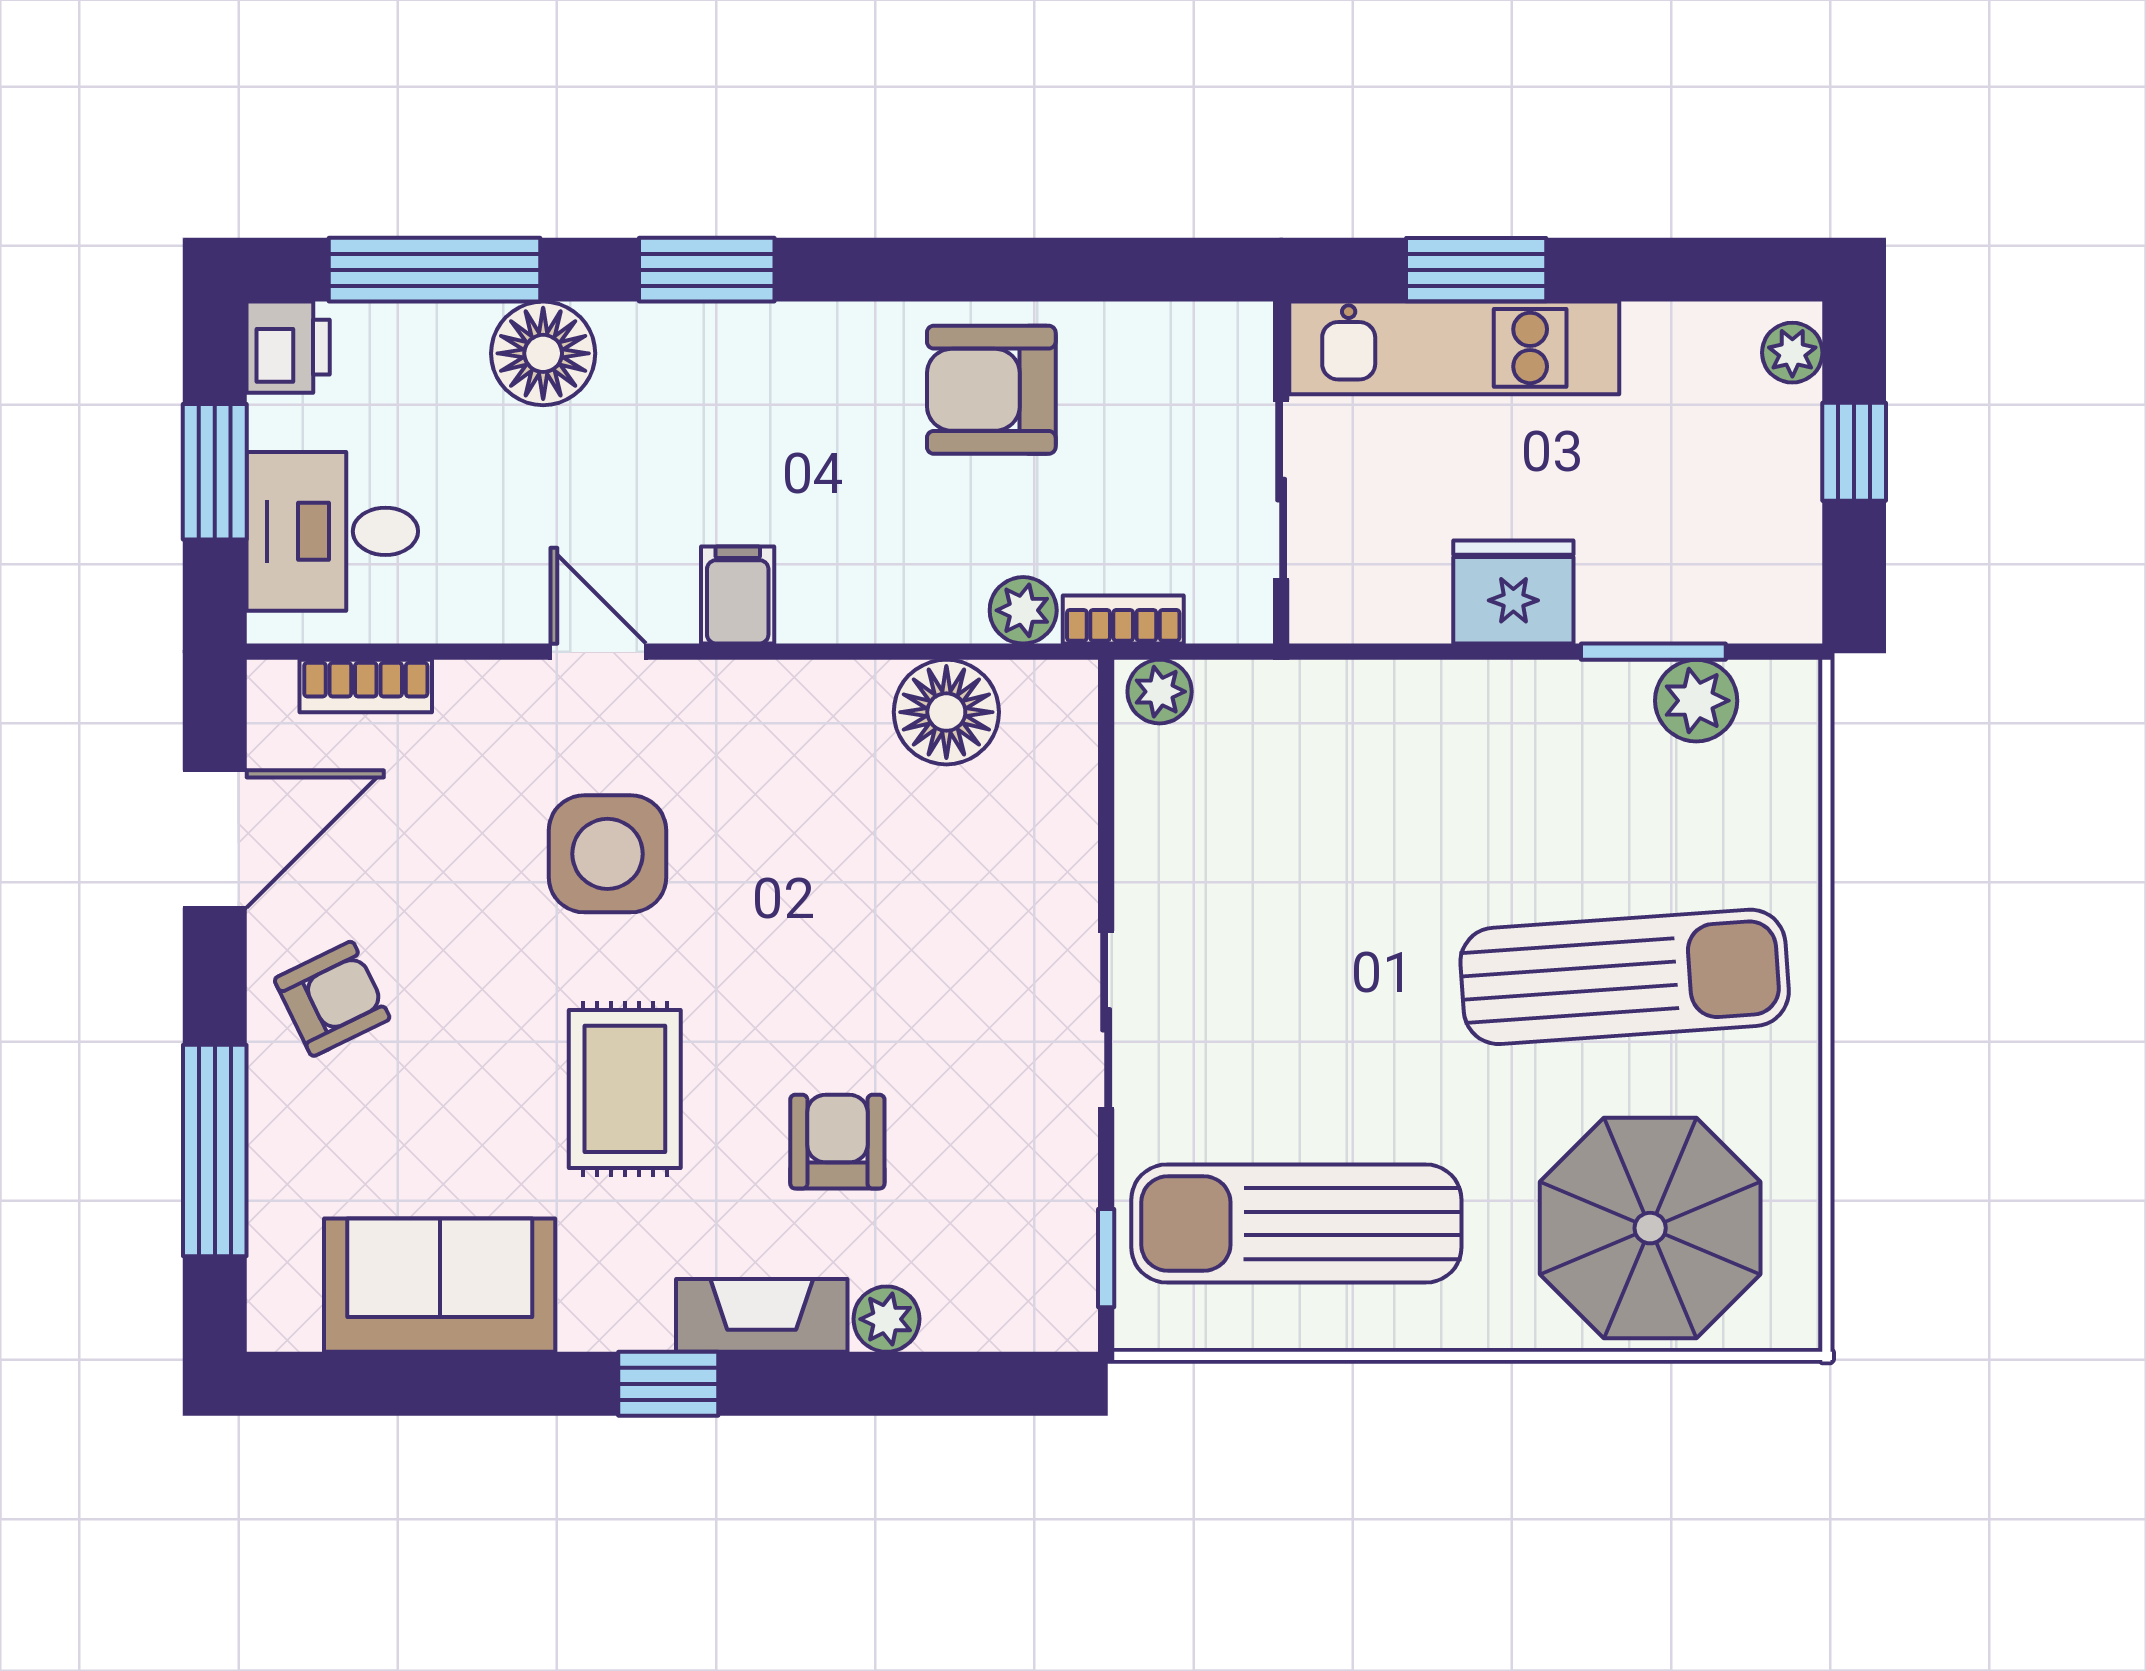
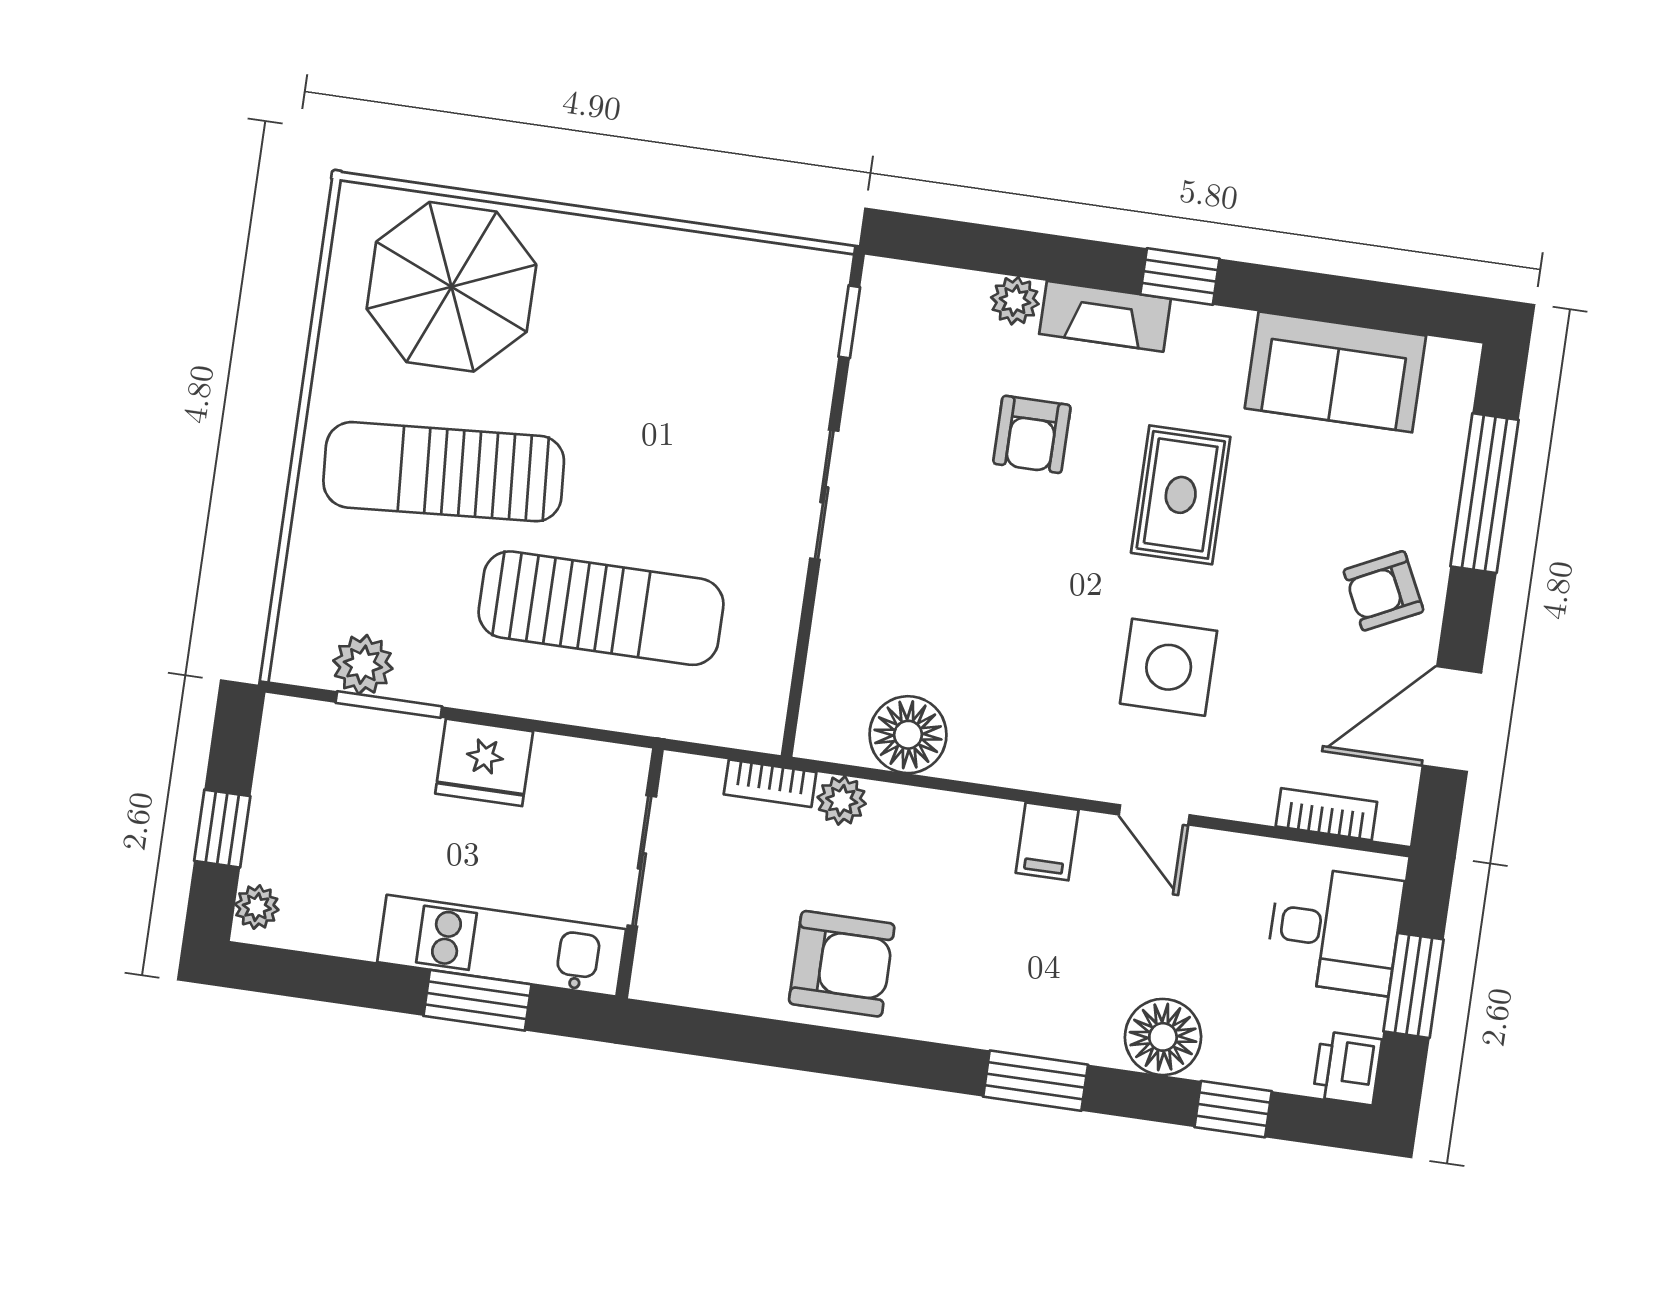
window: (434, 270) -> (1233, 1109), width x0.46
plant: (1160, 692) -> (751, 727), removed
sun lounger: (1296, 1223) -> (601, 608), moved

